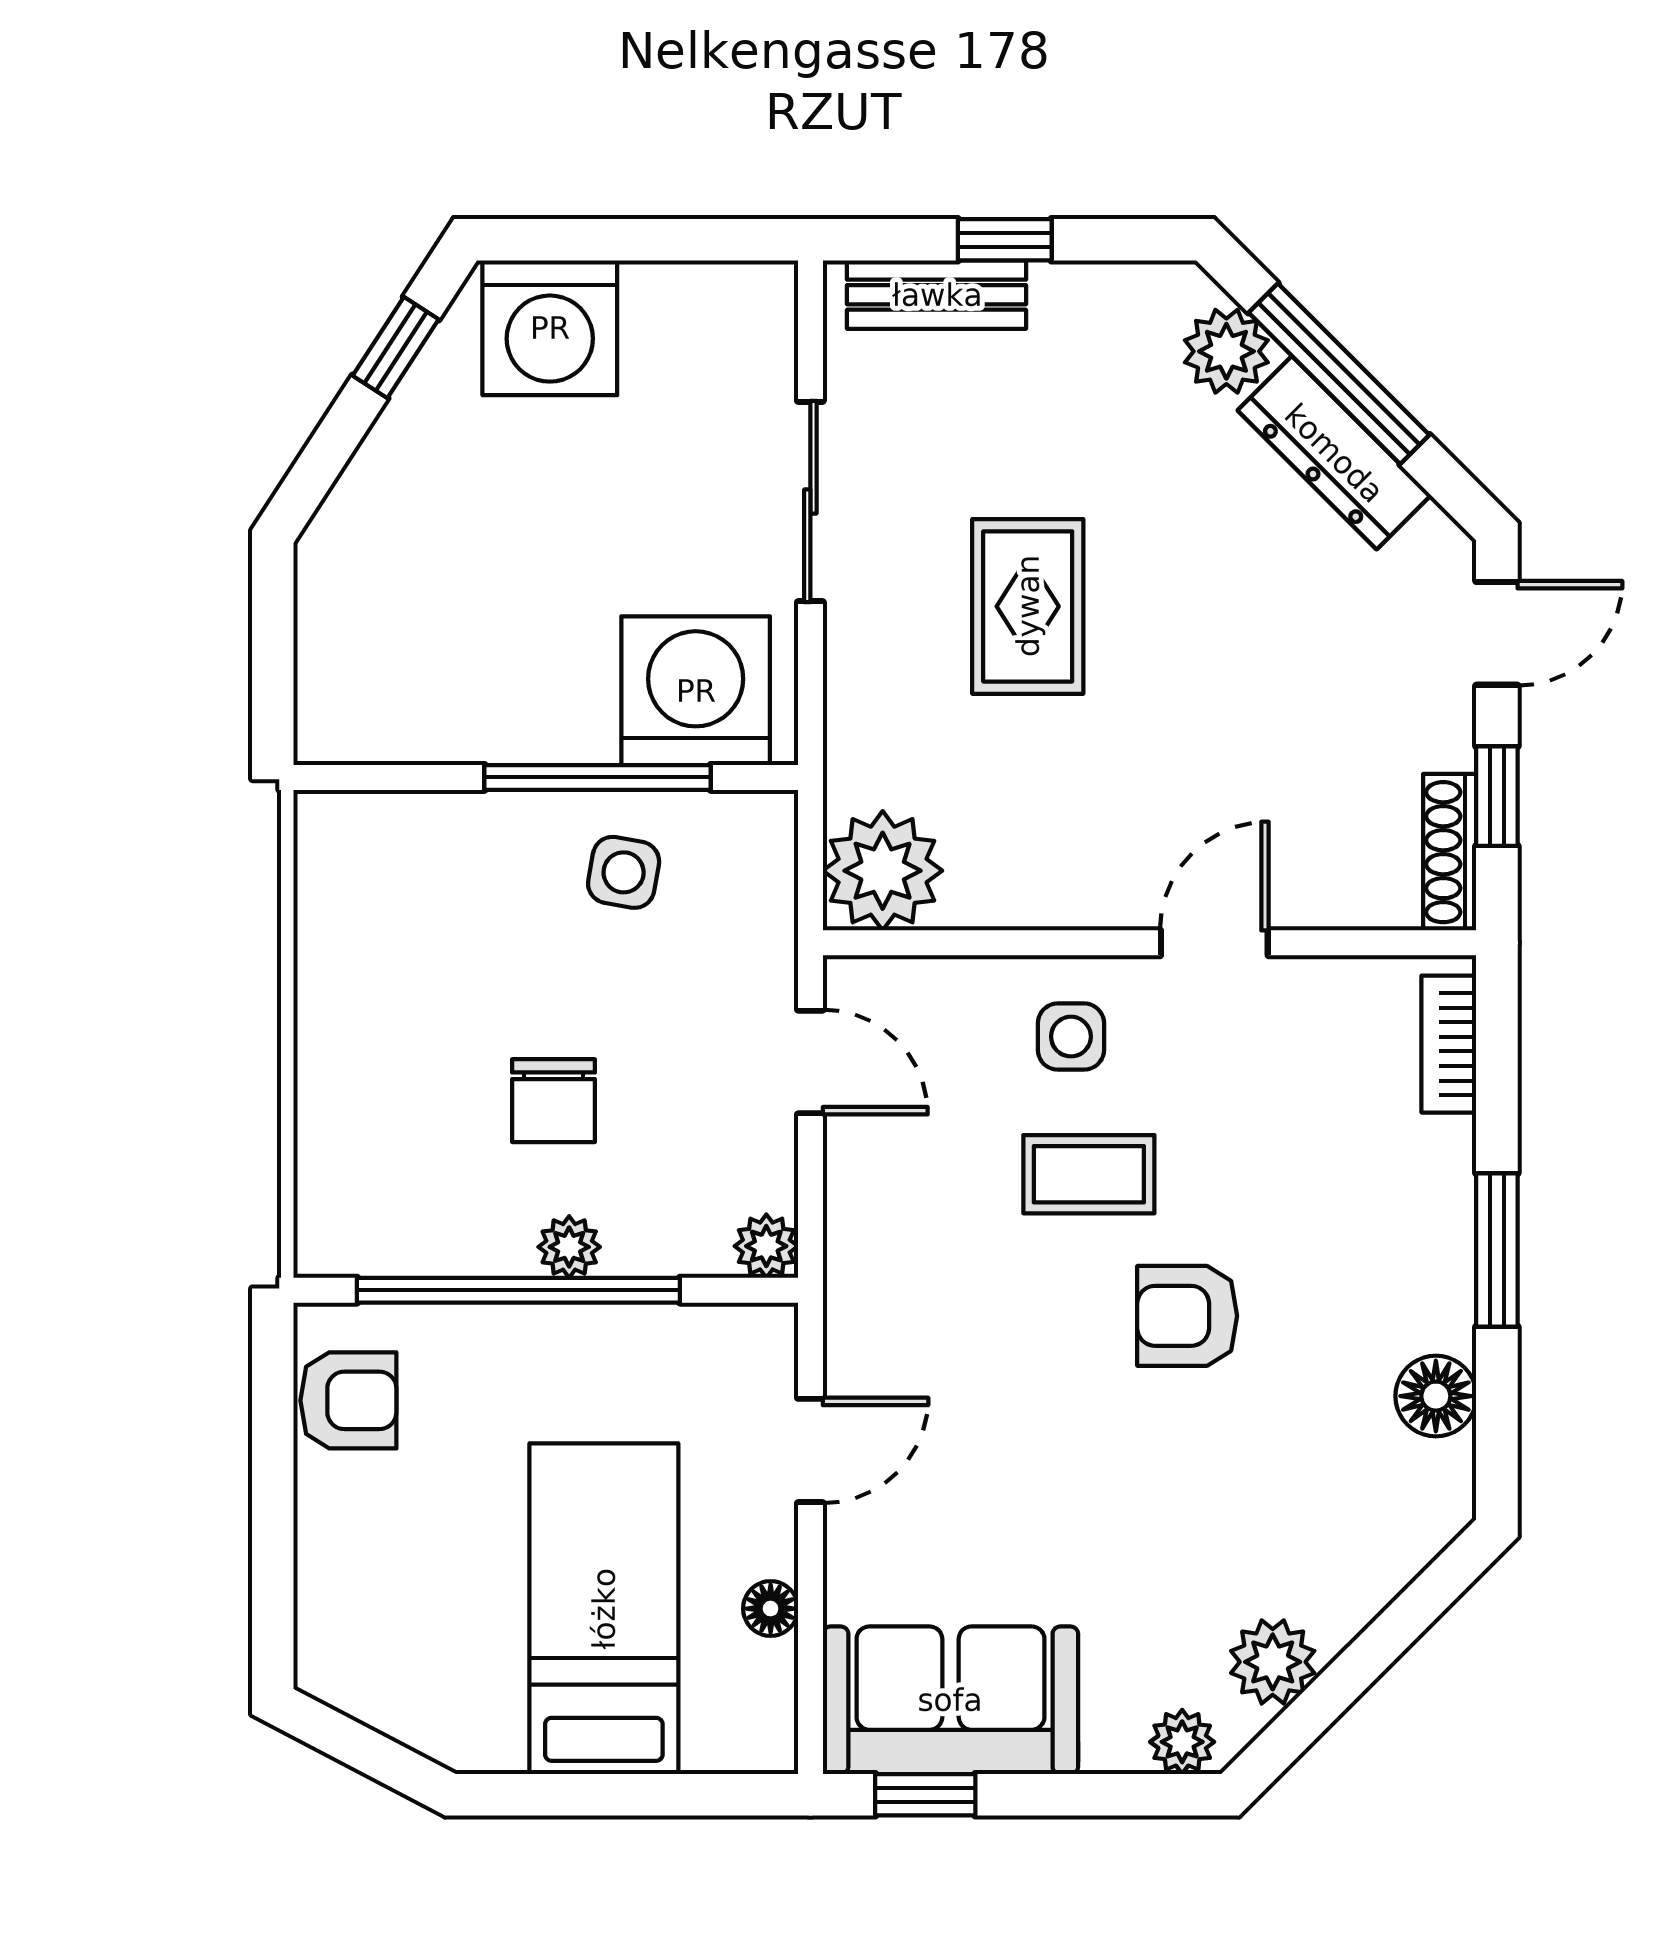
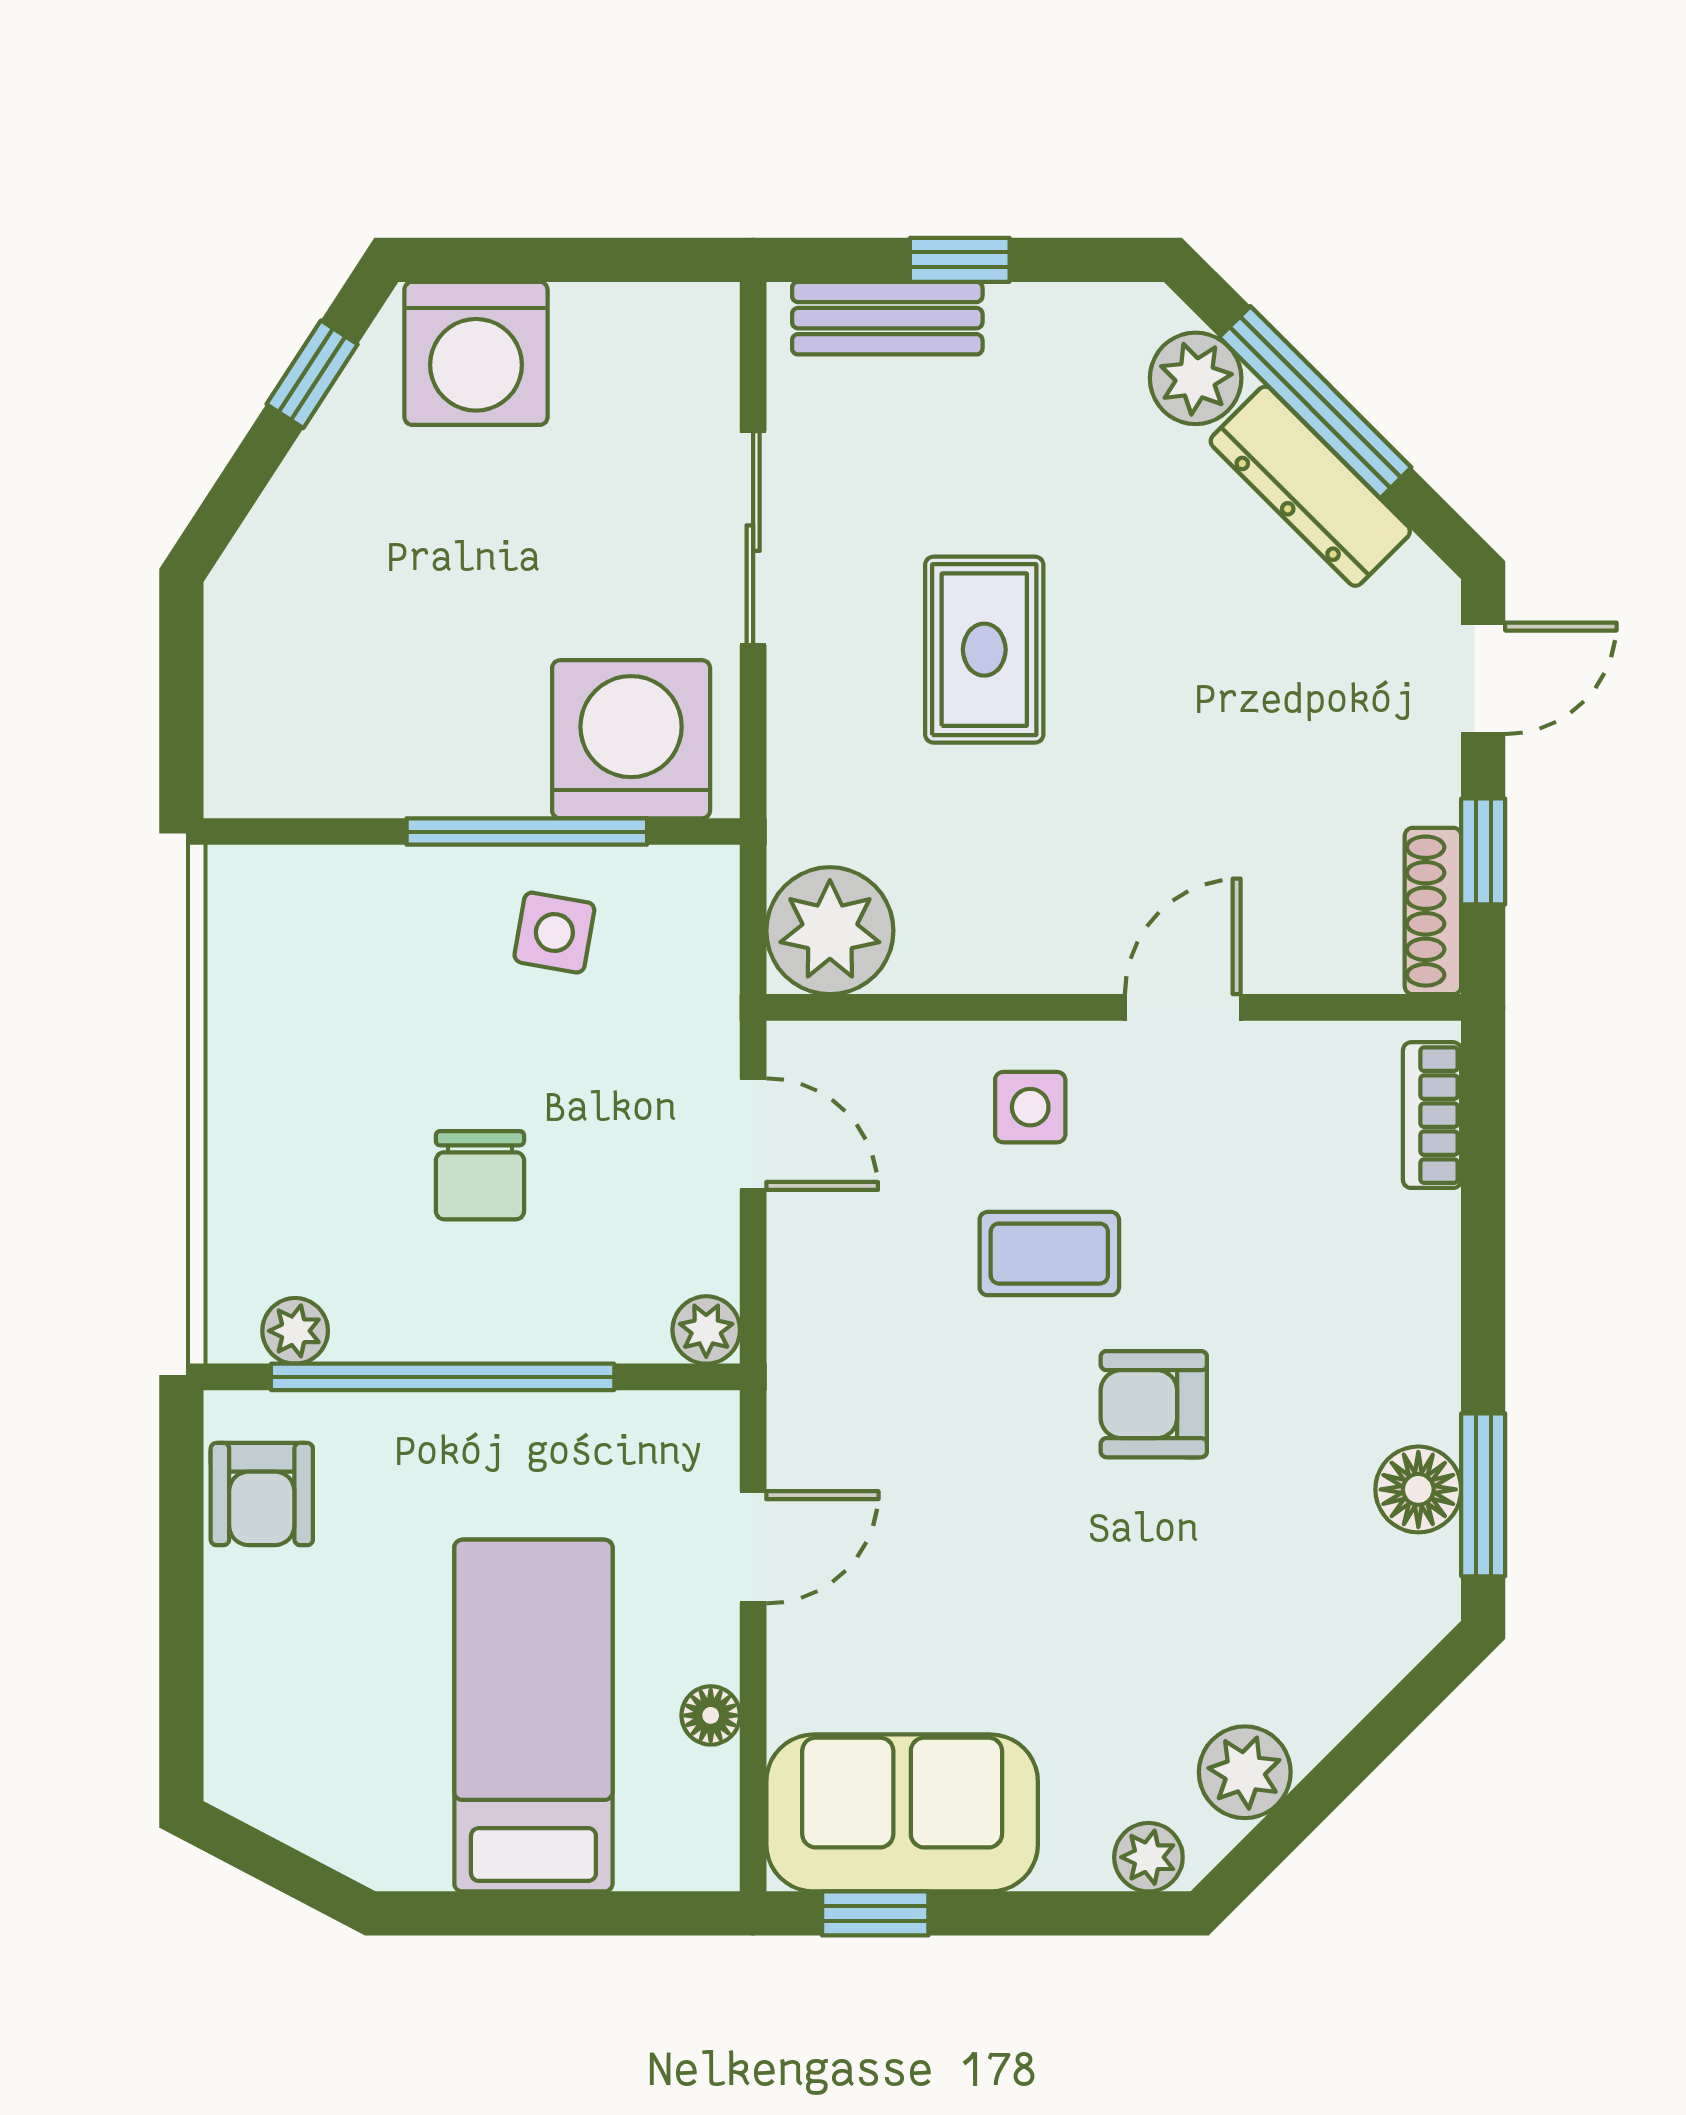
plant: (569, 1247) -> (295, 1331), moved
window: (1497, 1250) -> (1483, 1495), moved
armchair: (348, 1400) -> (262, 1494), turned 90

